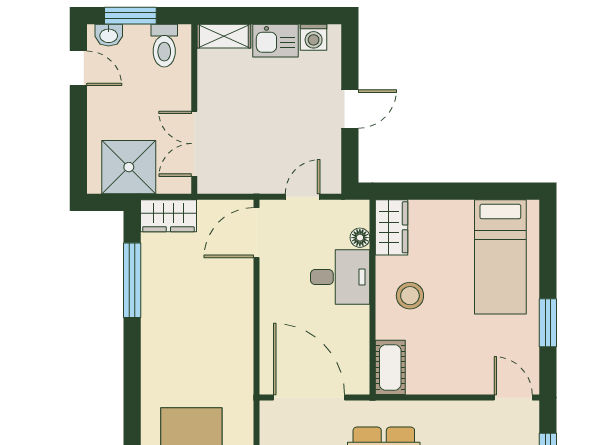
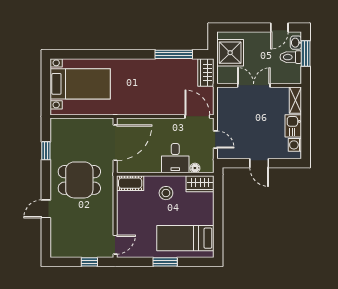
toilet: (164, 46) -> (291, 57), moved
double door: (194, 144) -> (254, 85), moved
window: (548, 323) -> (165, 262), moved

